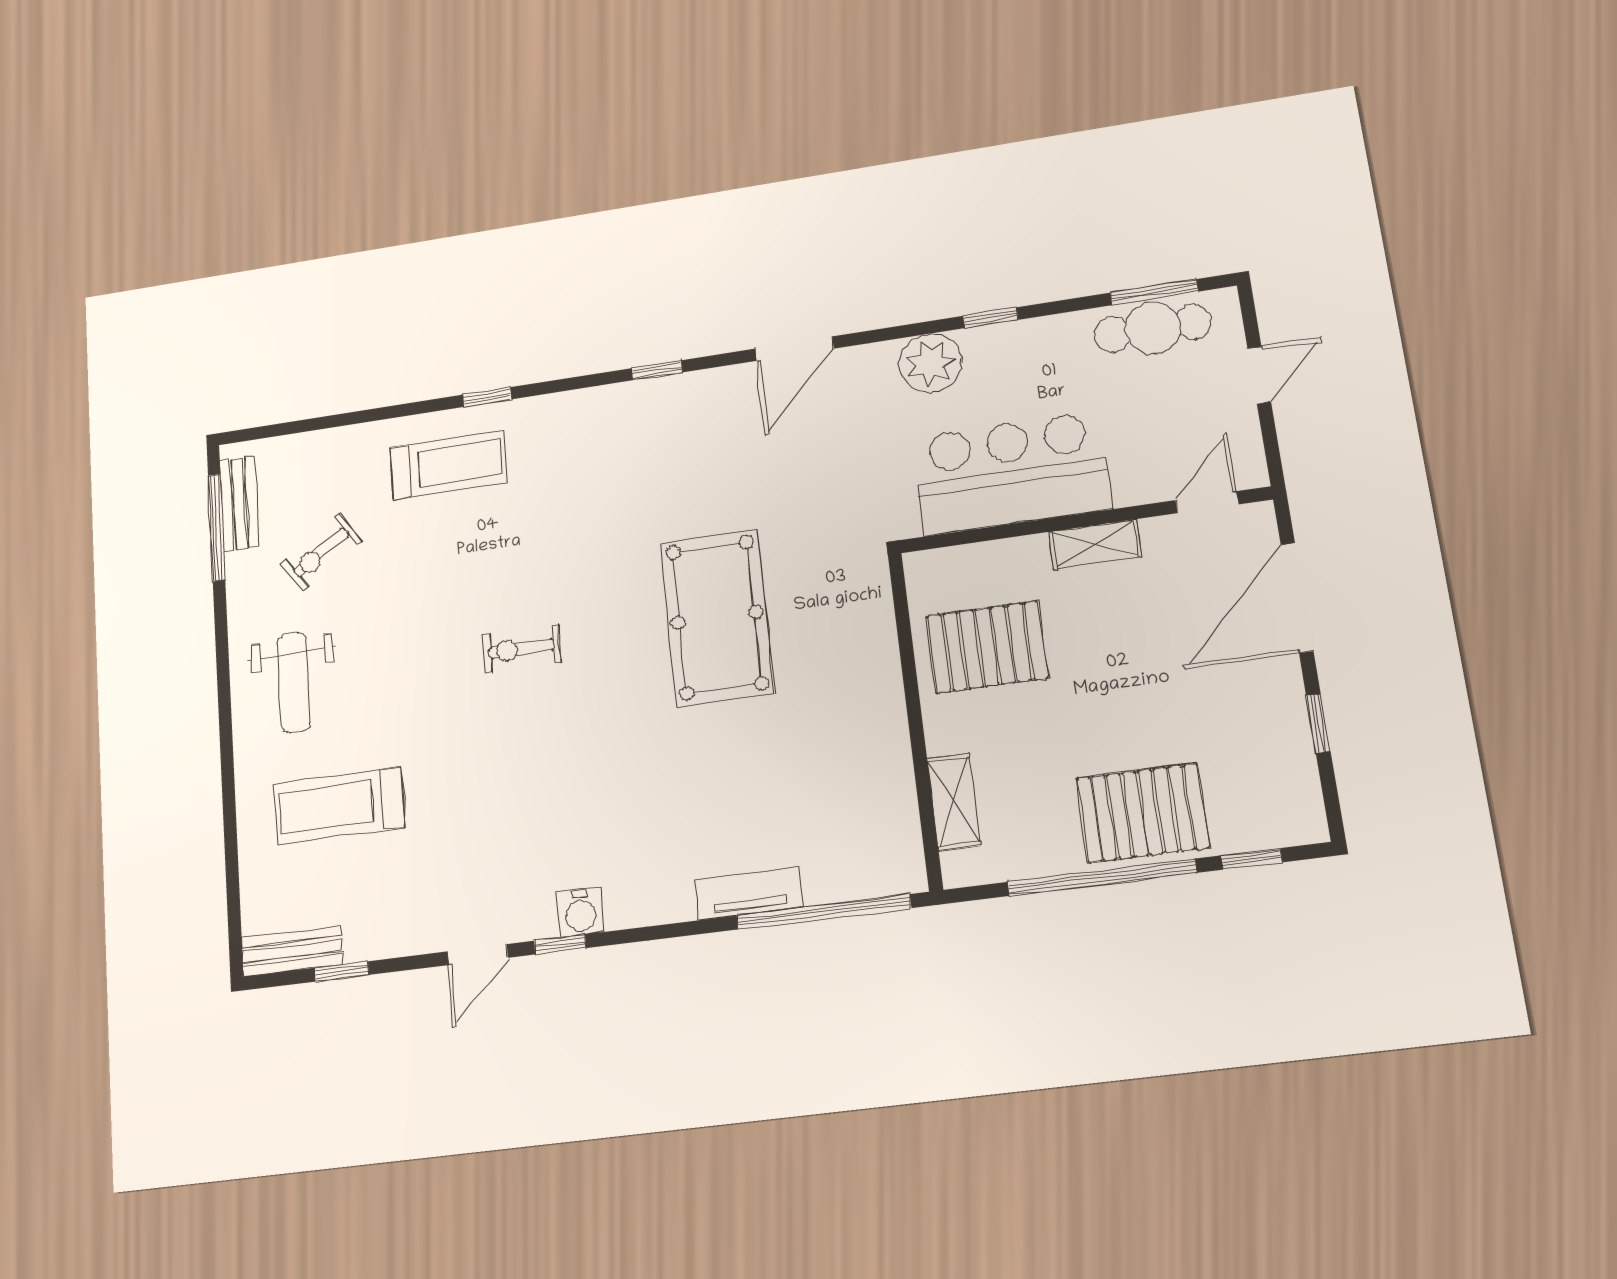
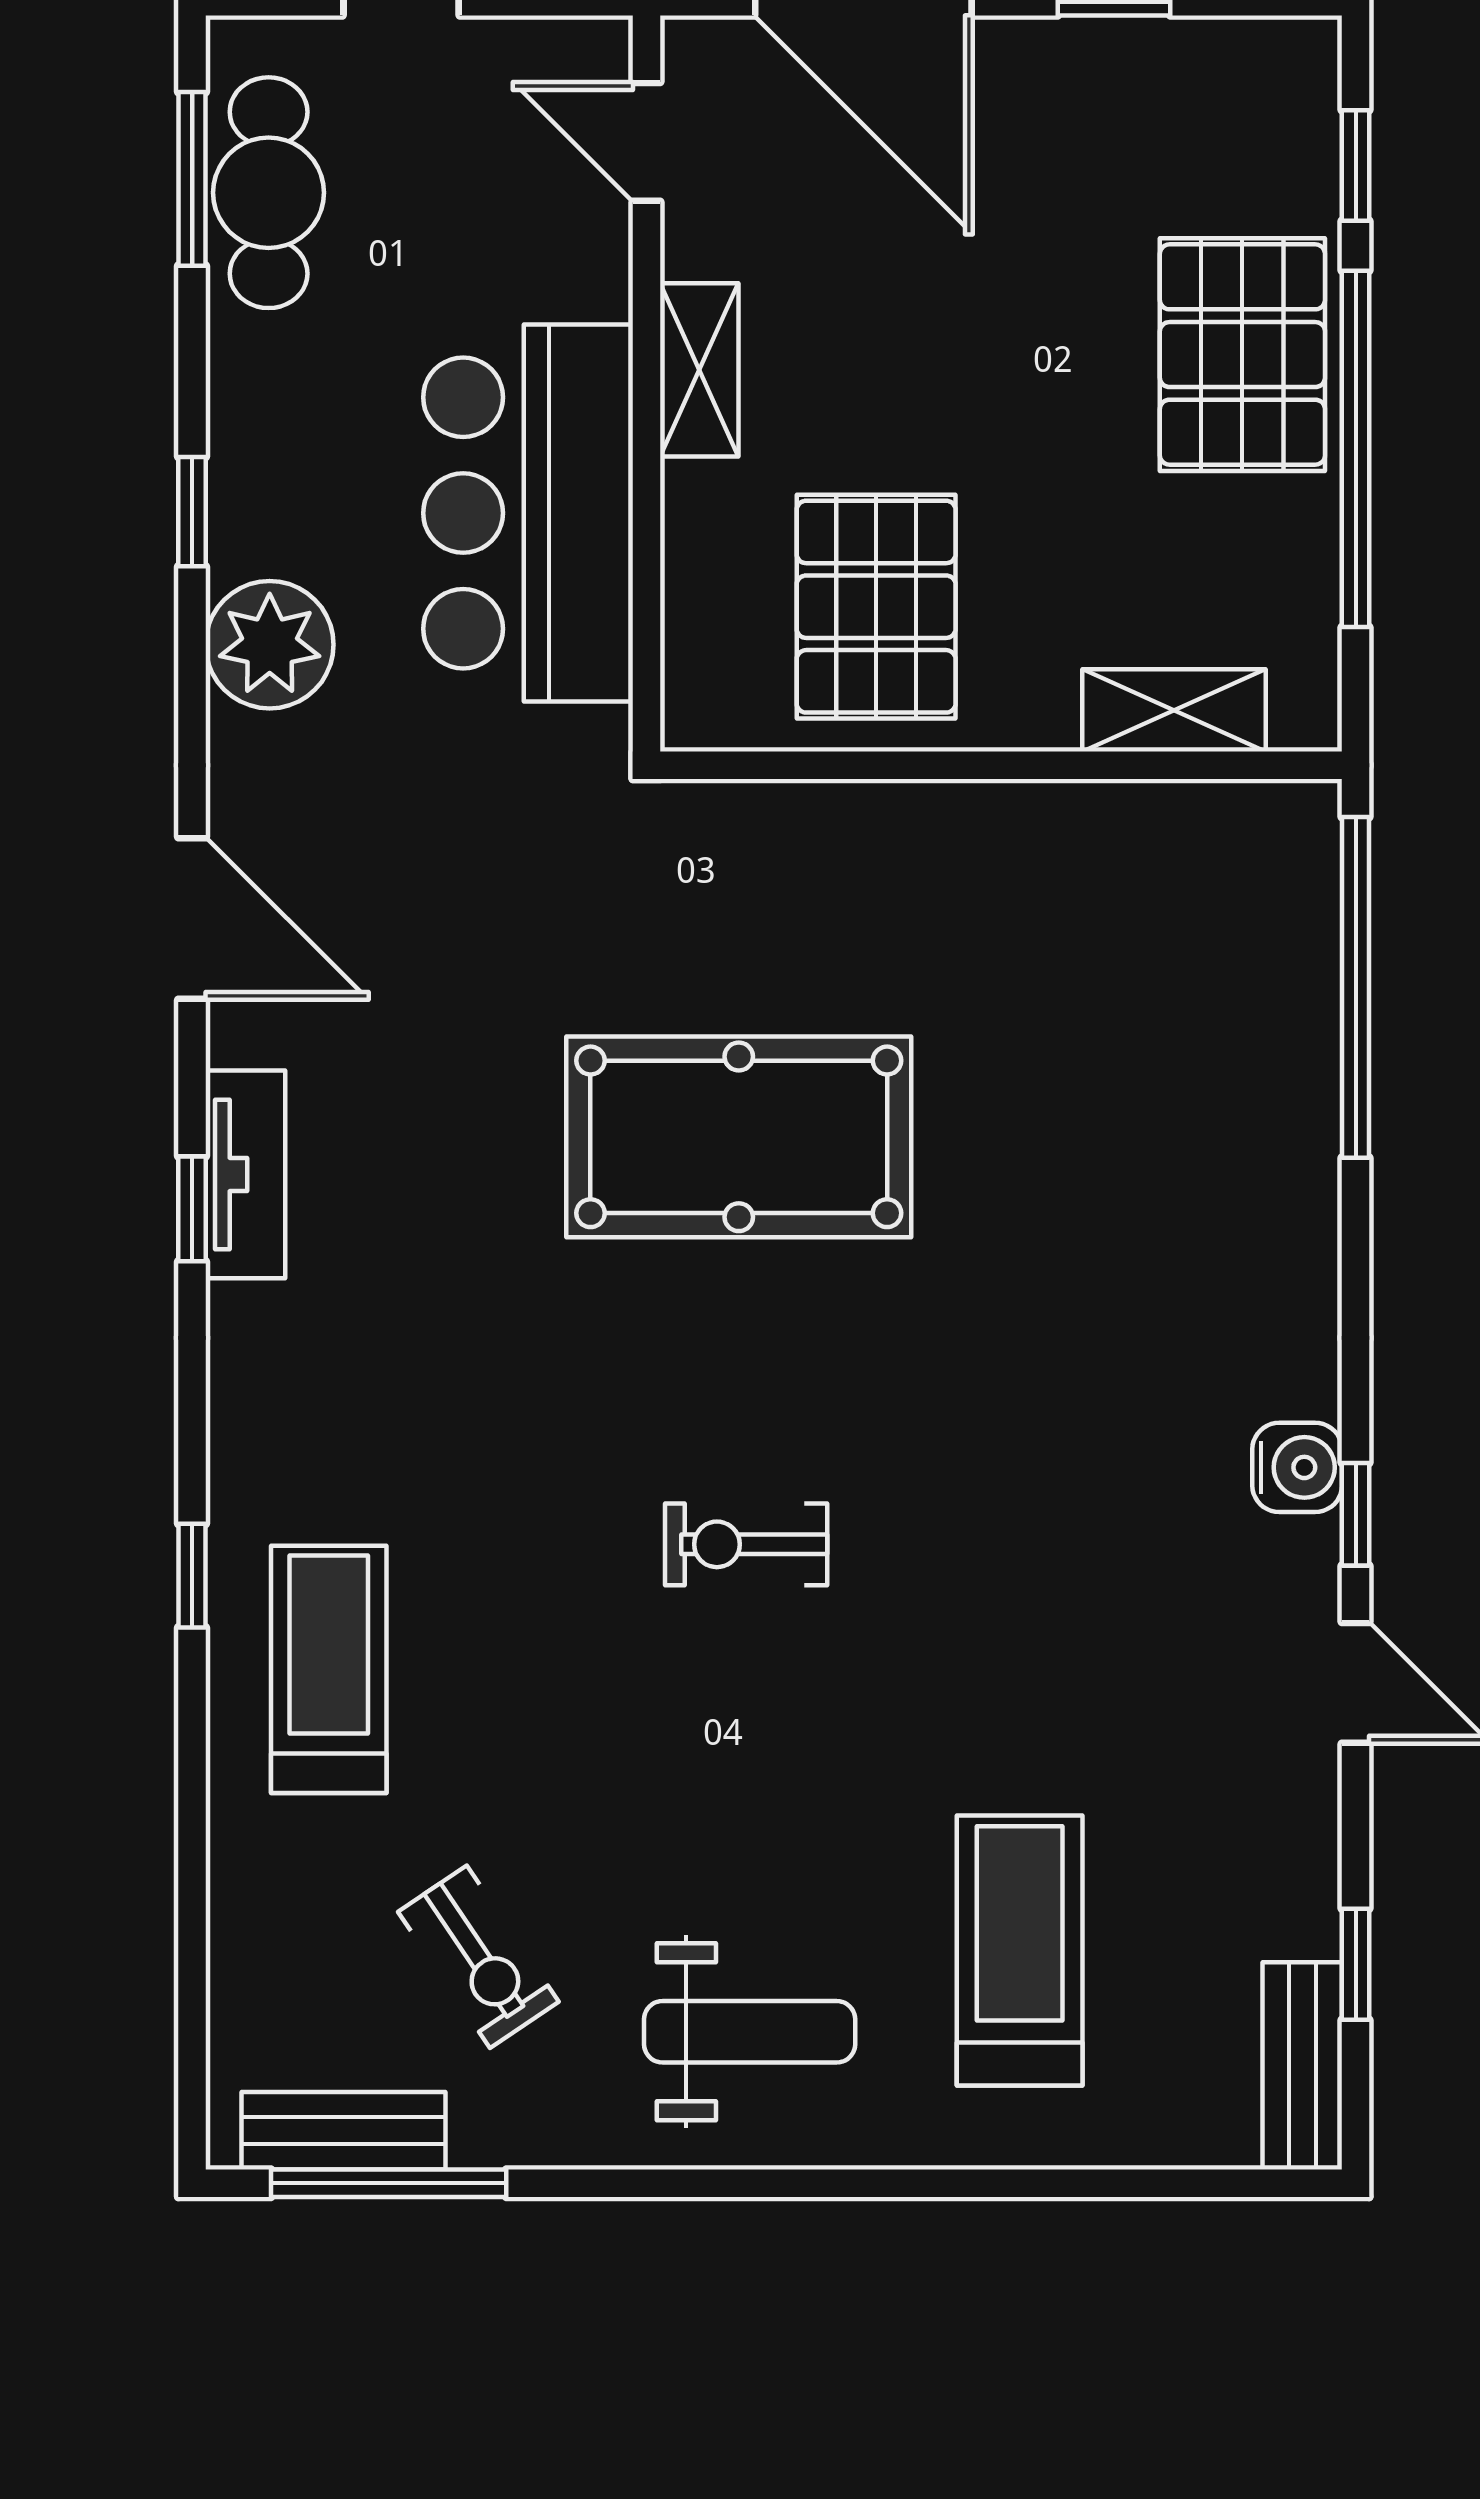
exercise bike: (522, 649) -> (746, 1544), turned 90
treadmill: (339, 806) -> (1020, 1950), turned 180
tv unit: (749, 894) -> (245, 1174), moved, turned 180

